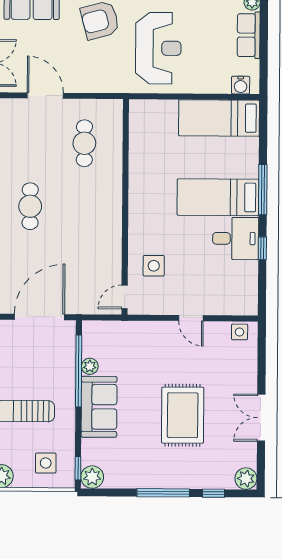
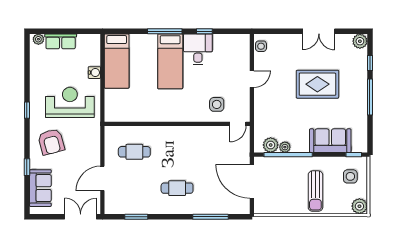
water cooler: (241, 85) -> (94, 73), moved
door: (125, 297) -> (238, 124), hinge flipped
sofa: (99, 407) -> (330, 141), moved
plant: (92, 477) -> (271, 145), moved

